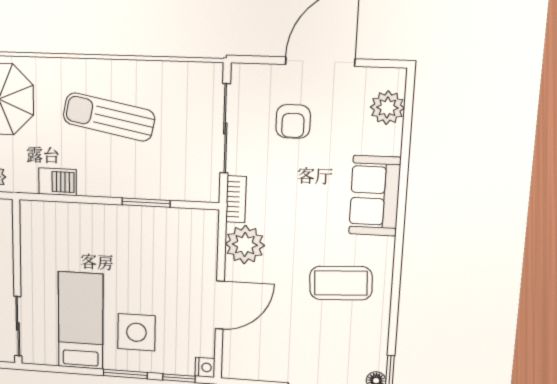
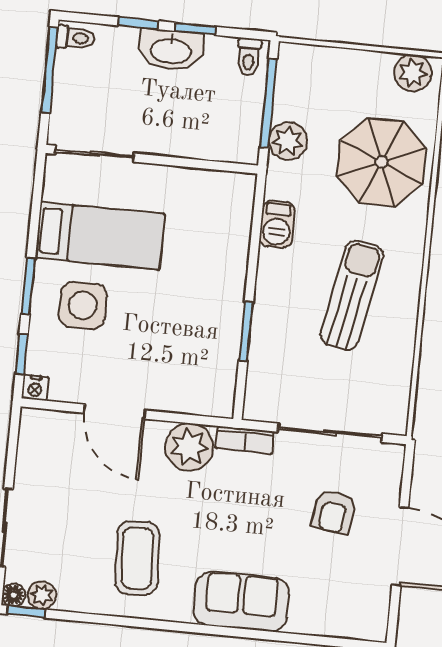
plant: (387, 108) -> (42, 595), moved, width x0.73, depth x0.73
armchair: (293, 121) -> (334, 512), turned -82

